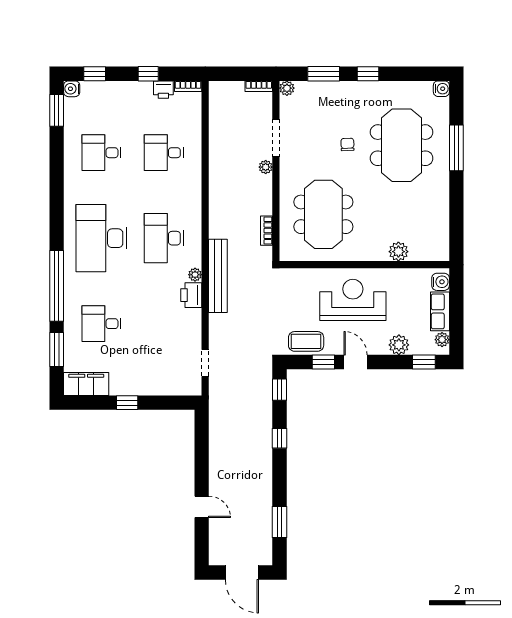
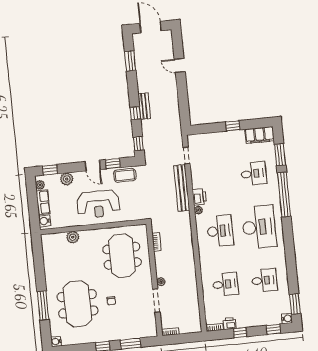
plant: (287, 88) -> (153, 332), removed
bench: (218, 276) -> (182, 188), moved
bench: (264, 448) -> (144, 106), added

